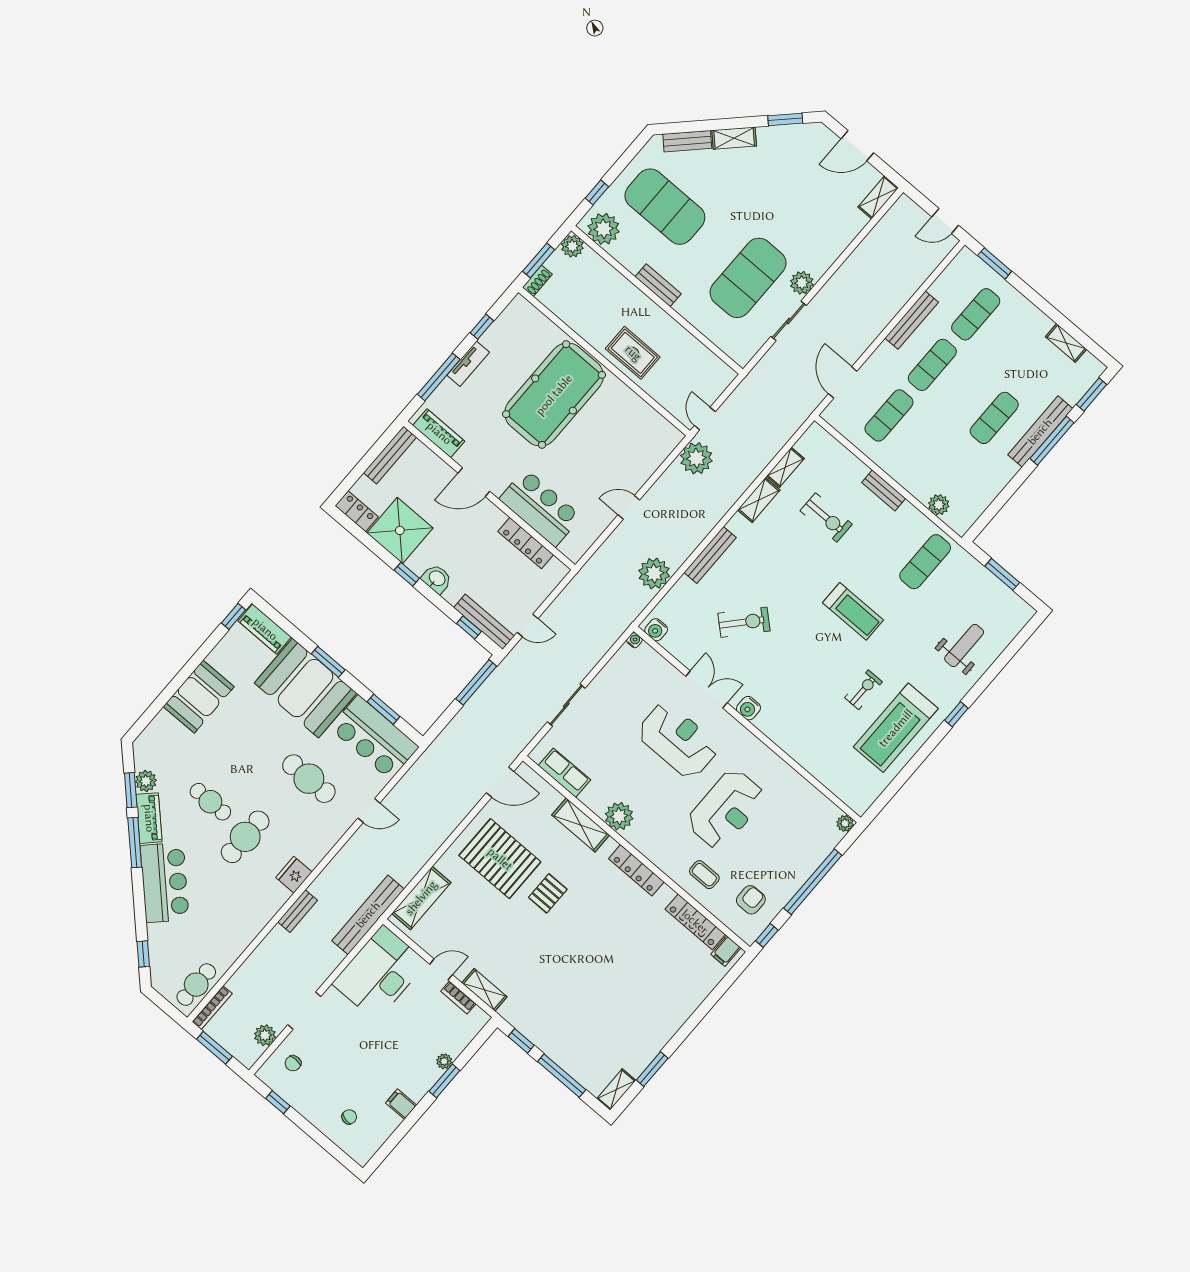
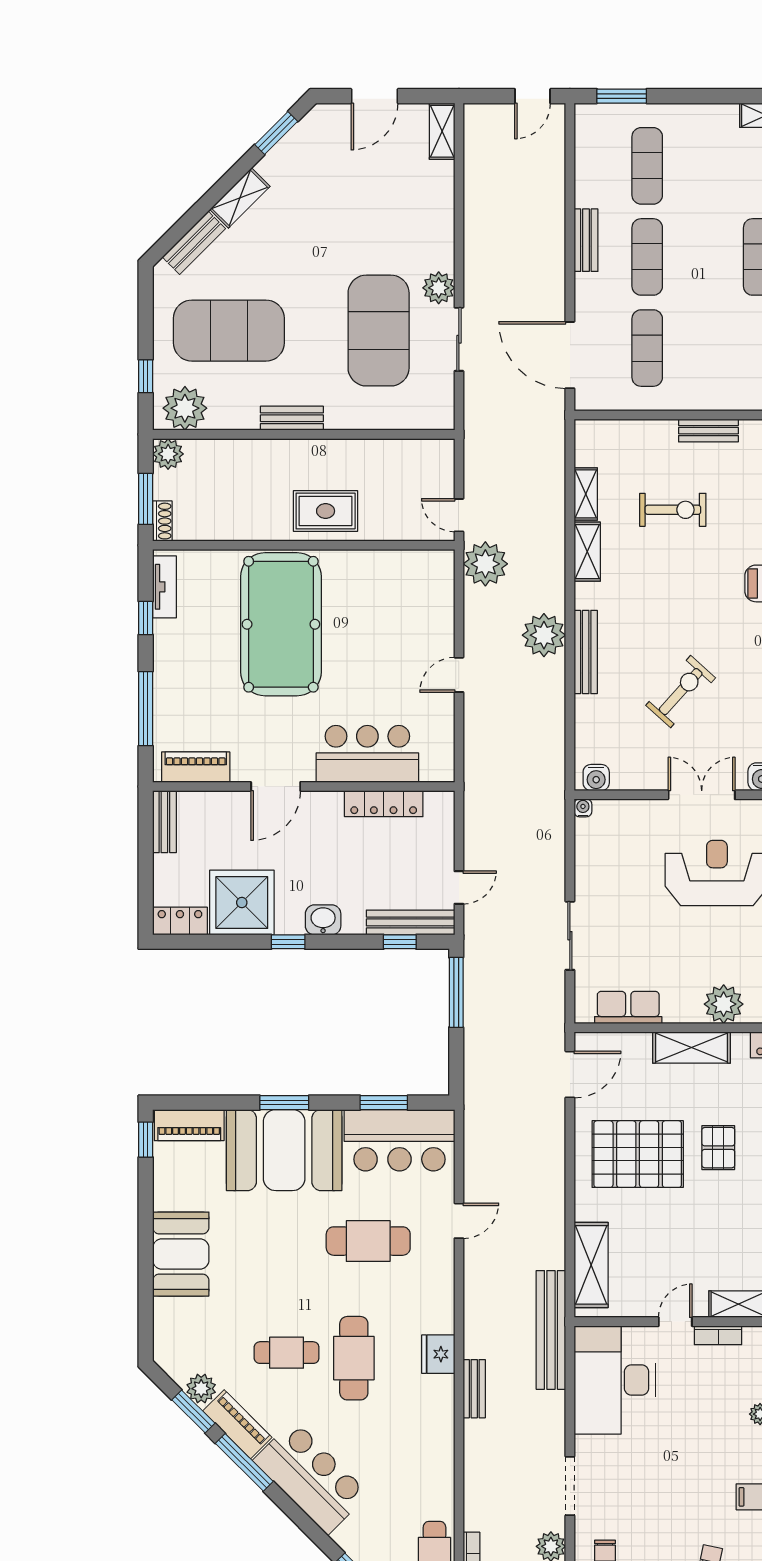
bench: (912, 320) -> (586, 240), width x0.73
tv unit: (468, 364) -> (164, 587), moved
door: (843, 383) -> (570, 355), width x1.36
bench: (390, 455) -> (164, 822), width x0.73
plant: (654, 573) -> (544, 635), moved

